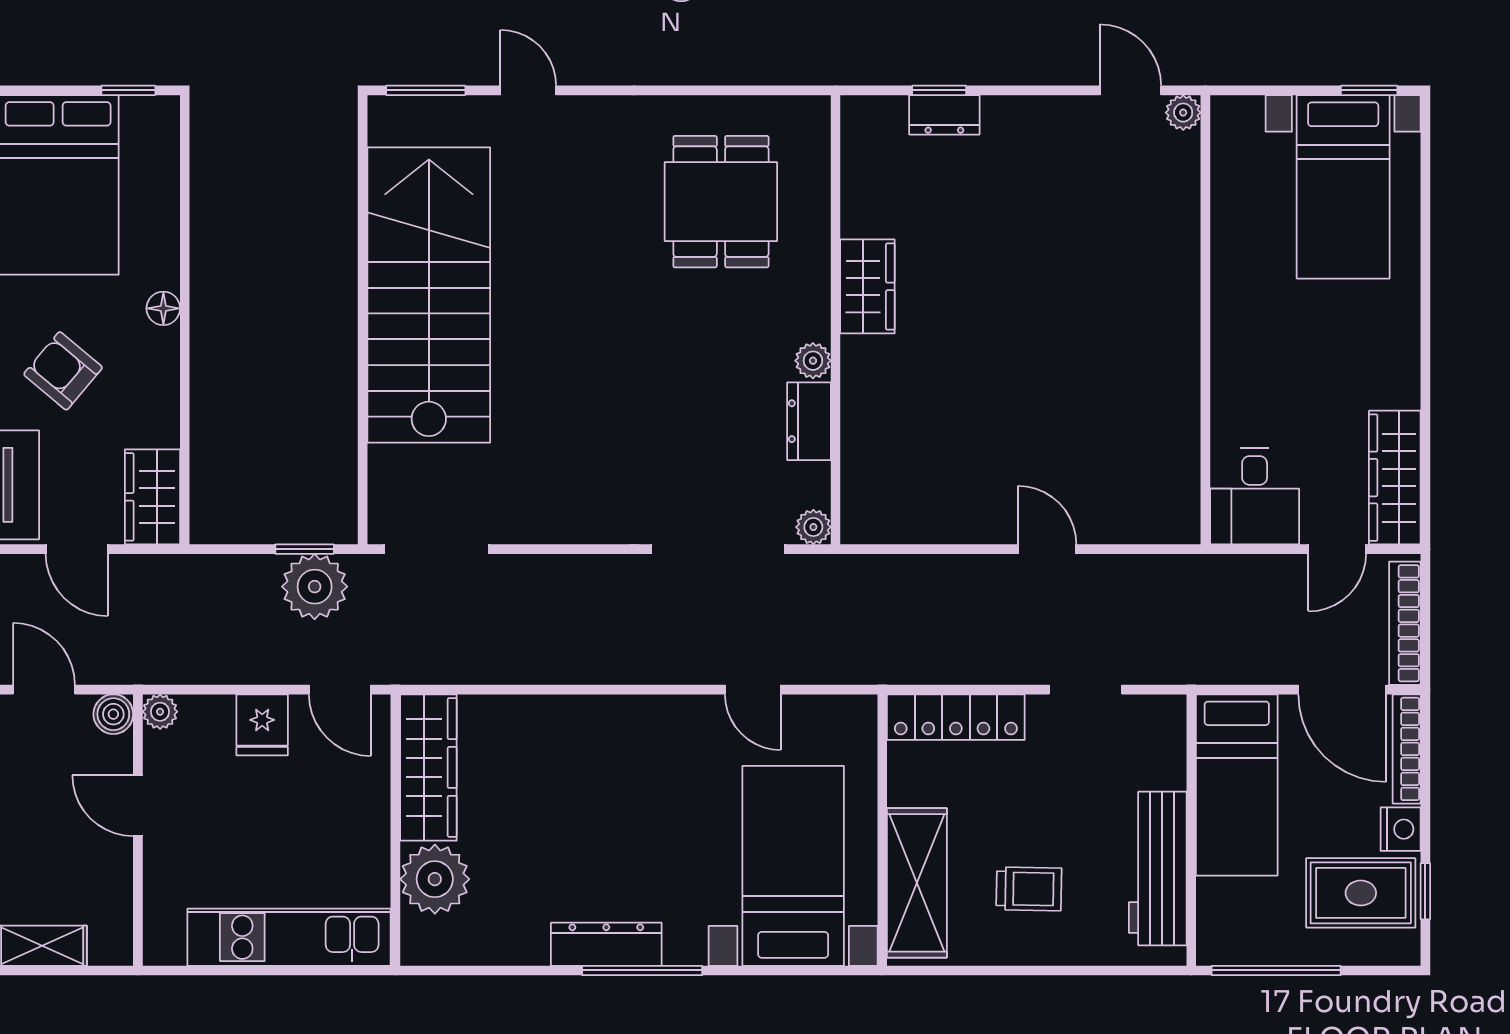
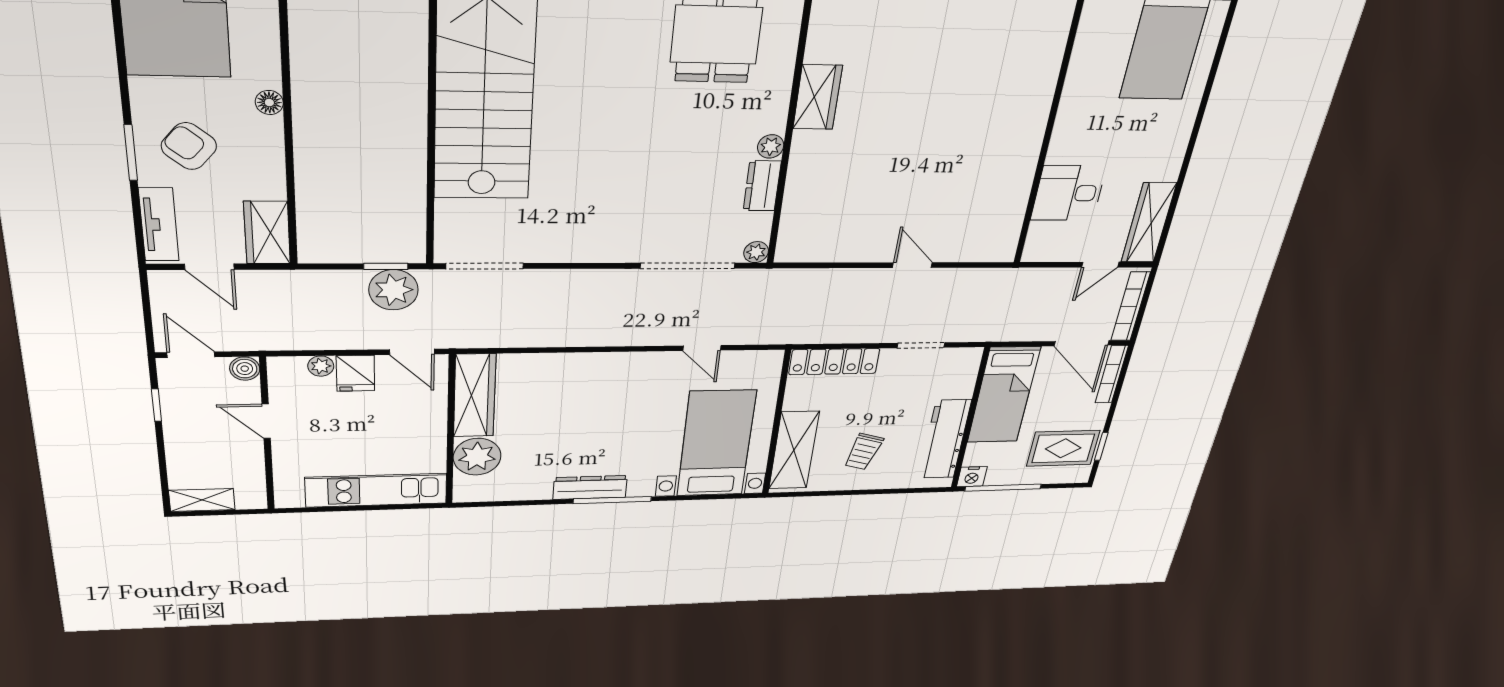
desk: (1255, 496) -> (1068, 193), moved, turned 90
plant: (160, 712) -> (321, 366), moved
nightstand: (1401, 829) -> (972, 477), moved, turned 90
trolley: (1029, 889) -> (863, 452), turned 105

